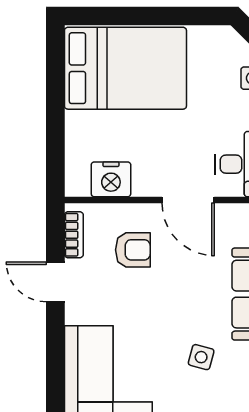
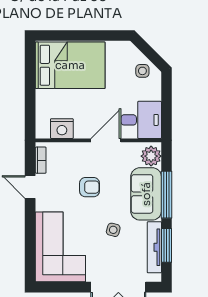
door: (188, 200) -> (106, 140), swing flipped
armchair: (133, 250) -> (89, 187), moved

